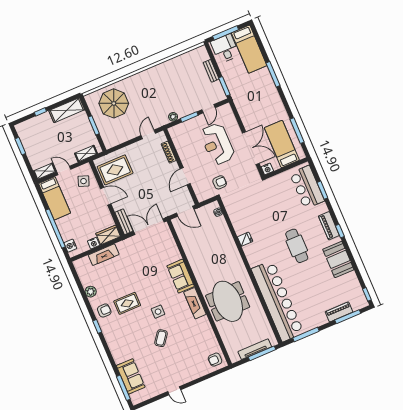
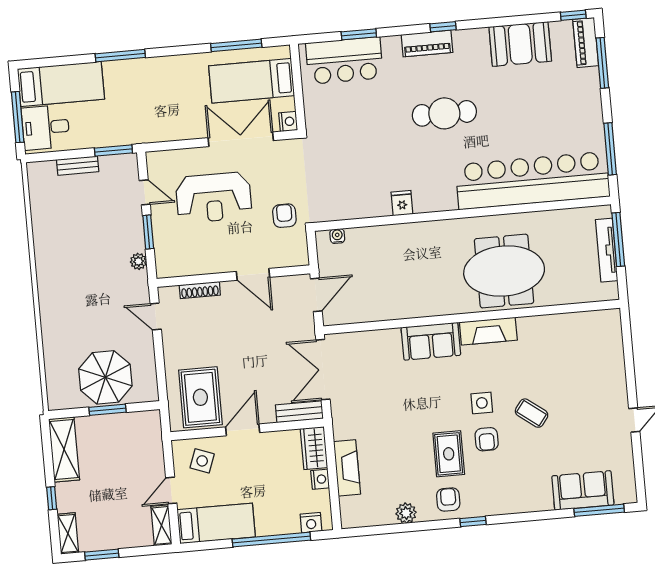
parasol: (114, 103) -> (105, 377), moved
shelving: (86, 154) -> (68, 534), moved
booth: (338, 259) -> (520, 44), moved
piano: (339, 312) -> (586, 42), moved
armchair: (215, 360) -> (487, 439), moved

